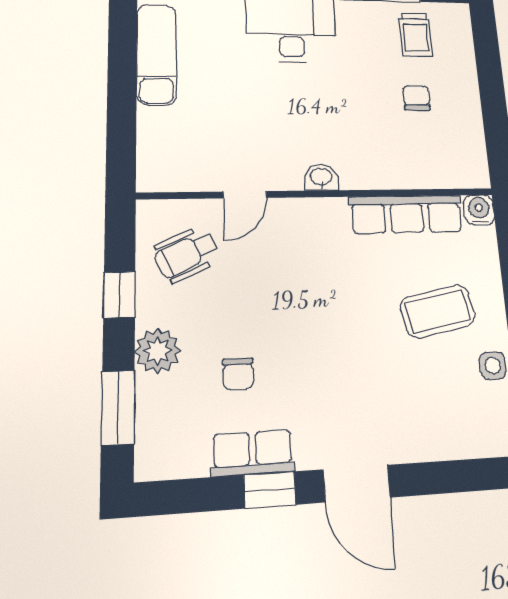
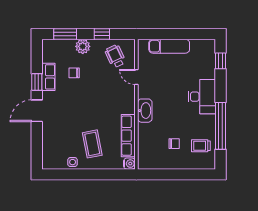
exam couch: (157, 54) -> (169, 46), moved
washbasin: (321, 177) -> (145, 111), width x1.91, depth x1.45

